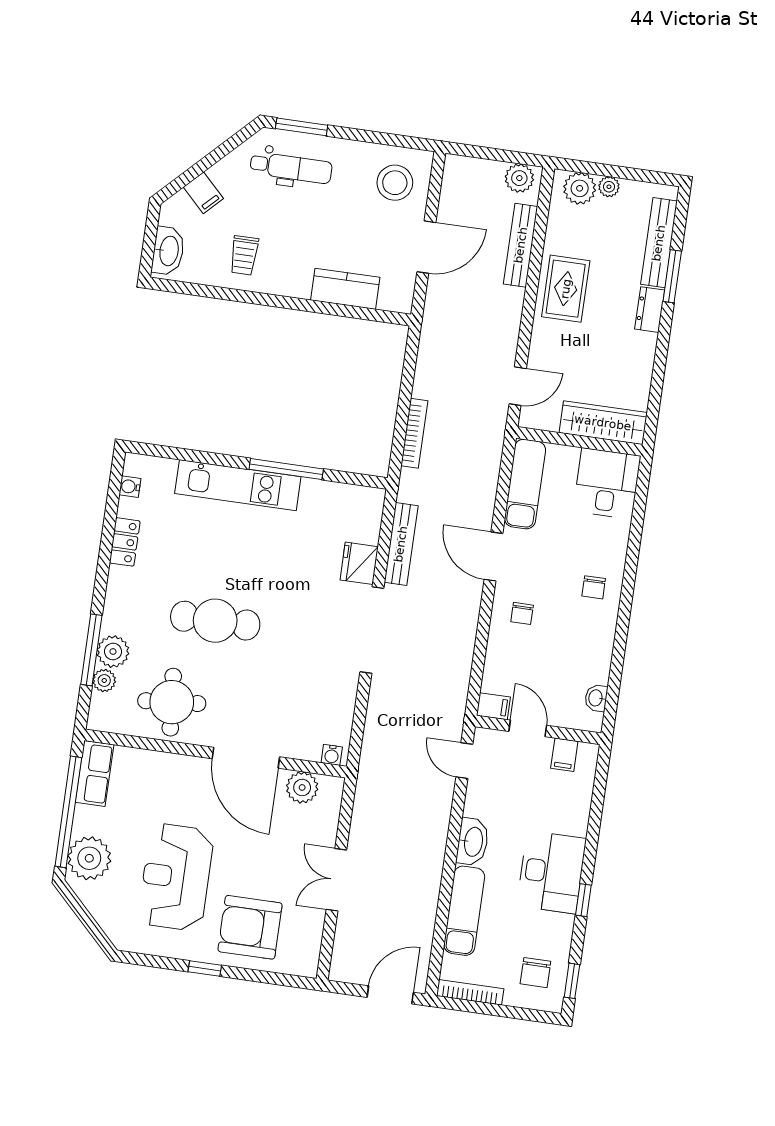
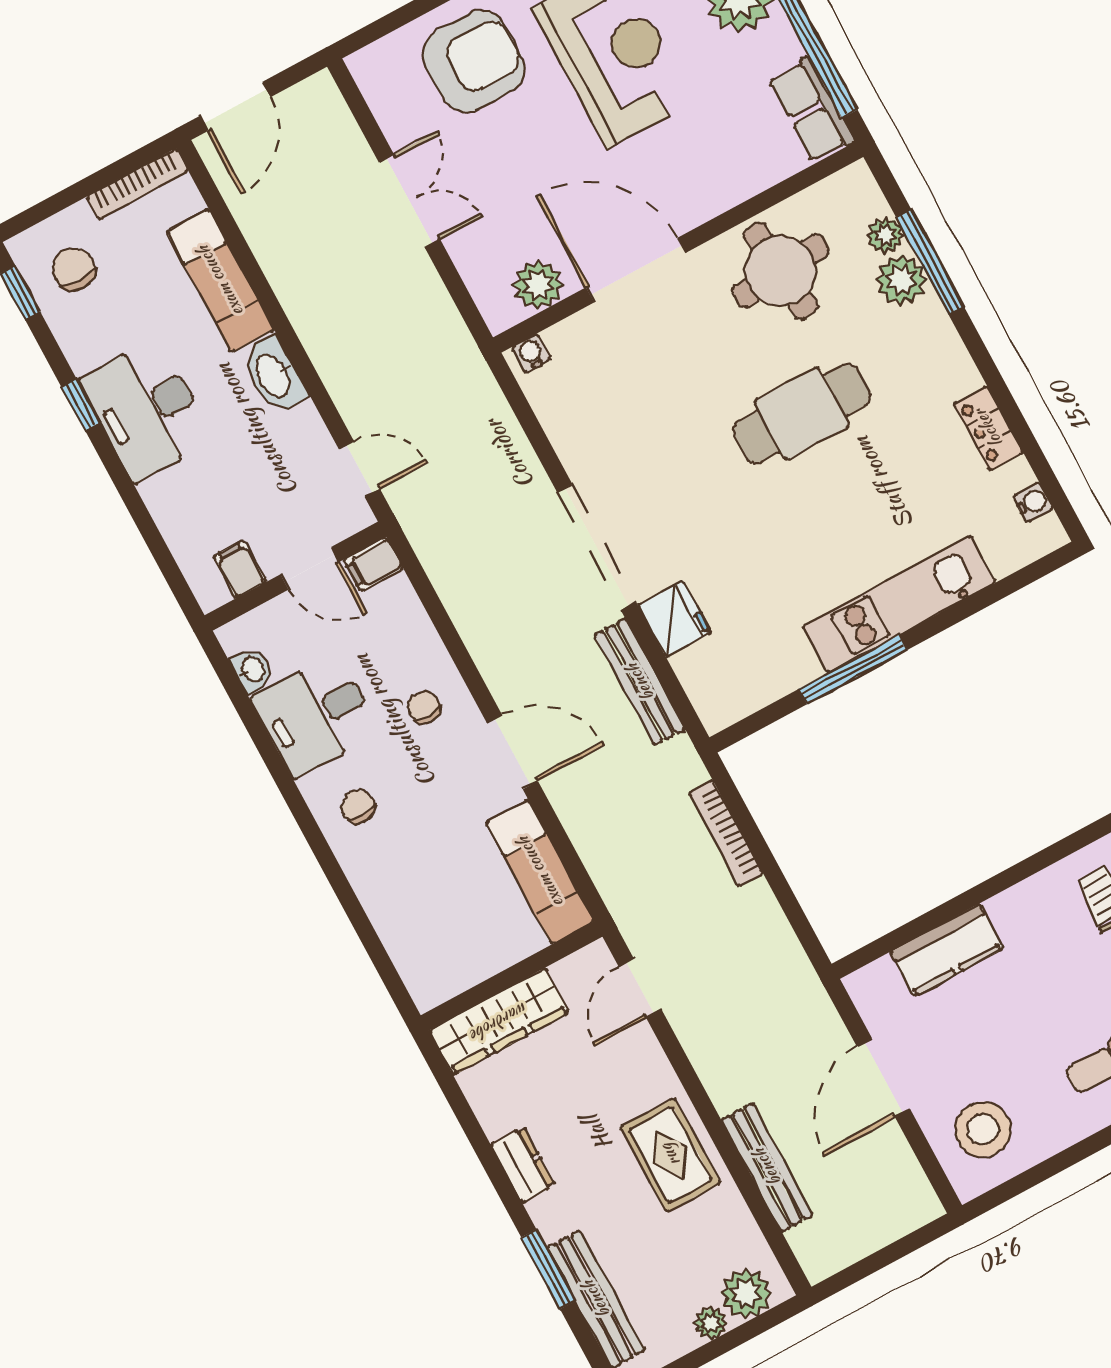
plant: (519, 178) -> (831, 1251), removed
dresser: (650, 310) -> (523, 1165), moved
desk: (607, 483) -> (316, 715), moved, turned 90

